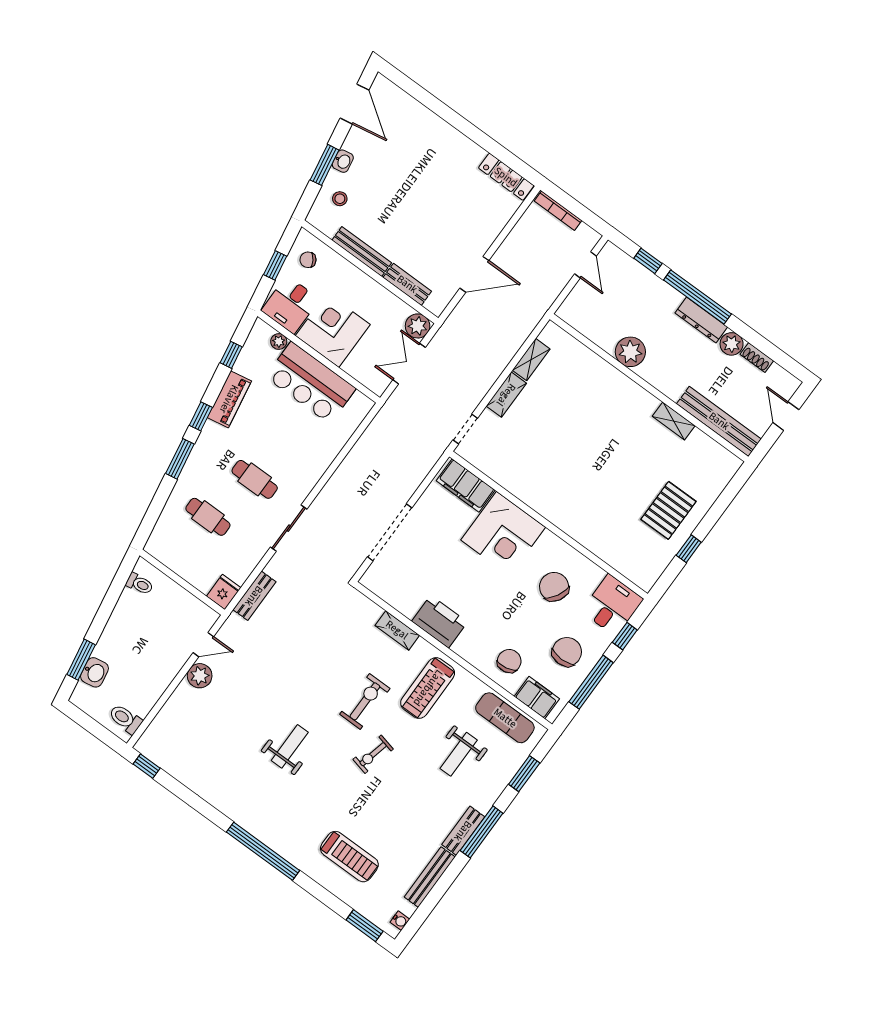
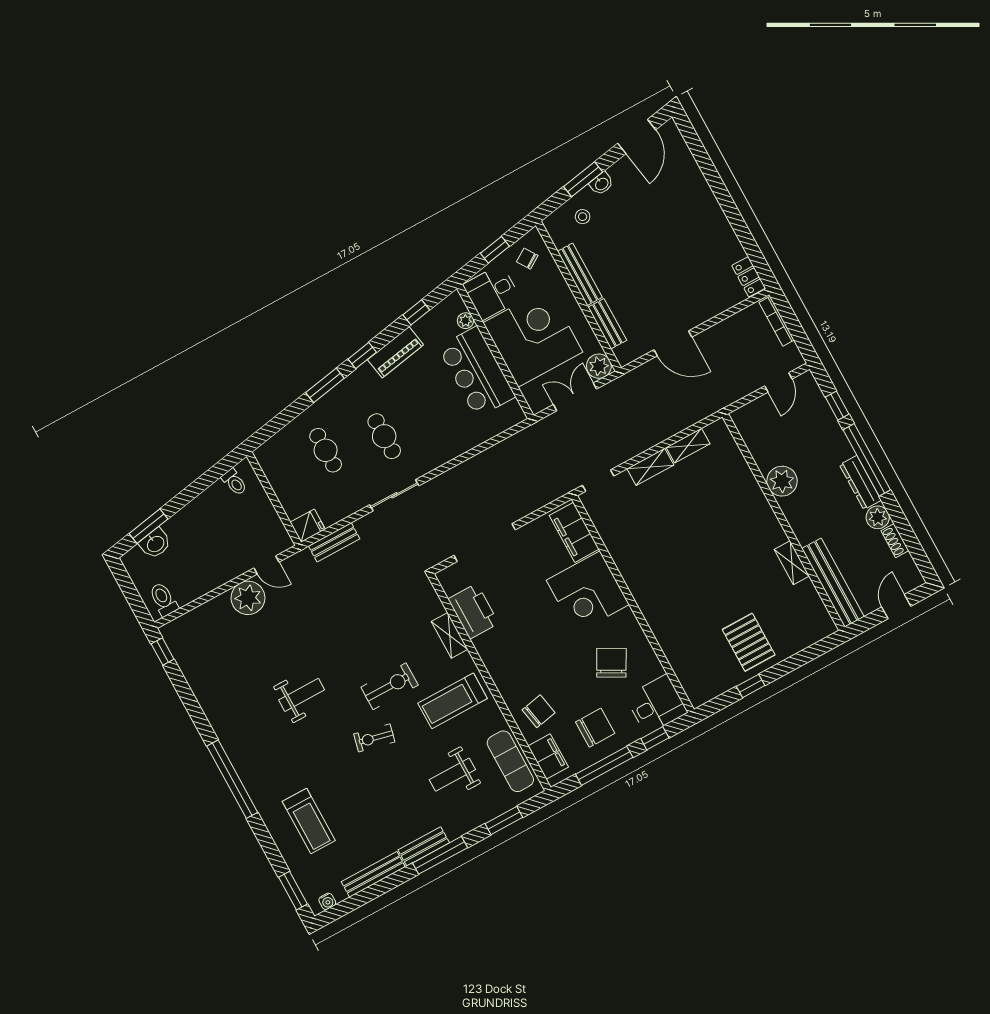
locker: (506, 177) -> (749, 277), width x0.66
corner desk: (333, 330) -> (533, 337), width x1.36, depth x1.36
pallet: (668, 510) -> (749, 642), turned 90
printer: (440, 622) -> (473, 611), moved
plant: (200, 676) -> (248, 598), width x1.36, depth x1.36

